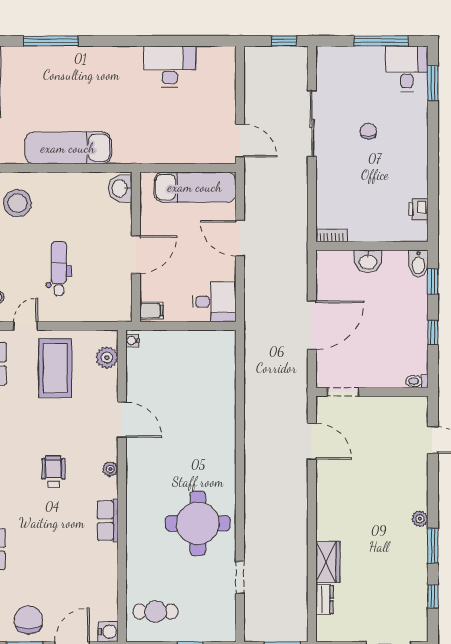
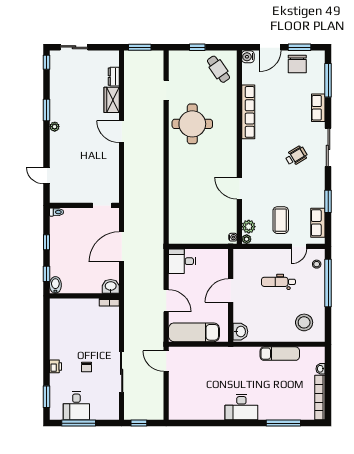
desk: (170, 66) -> (241, 407), moved
desk: (407, 69) -> (76, 406), moved
exam couch: (68, 148) -> (280, 354), width x0.73, depth x0.69
printer: (418, 209) -> (56, 366), moved
washbasin: (368, 261) -> (111, 286), moved
dental chair: (59, 269) -> (278, 282), turned 90
filing cabinet: (151, 311) -> (221, 256), removed
coffee table: (55, 368) -> (281, 220), width x0.73, depth x0.76
door: (312, 441) -> (122, 132), moved
plant: (110, 469) -> (247, 239), moved
wheelchair: (53, 471) -> (296, 156), moved, turned -121
row of seats: (108, 521) -> (248, 112), width x2.02
window: (433, 596) -> (46, 62), moved
cafe table: (156, 611) -> (218, 69), turned 55

